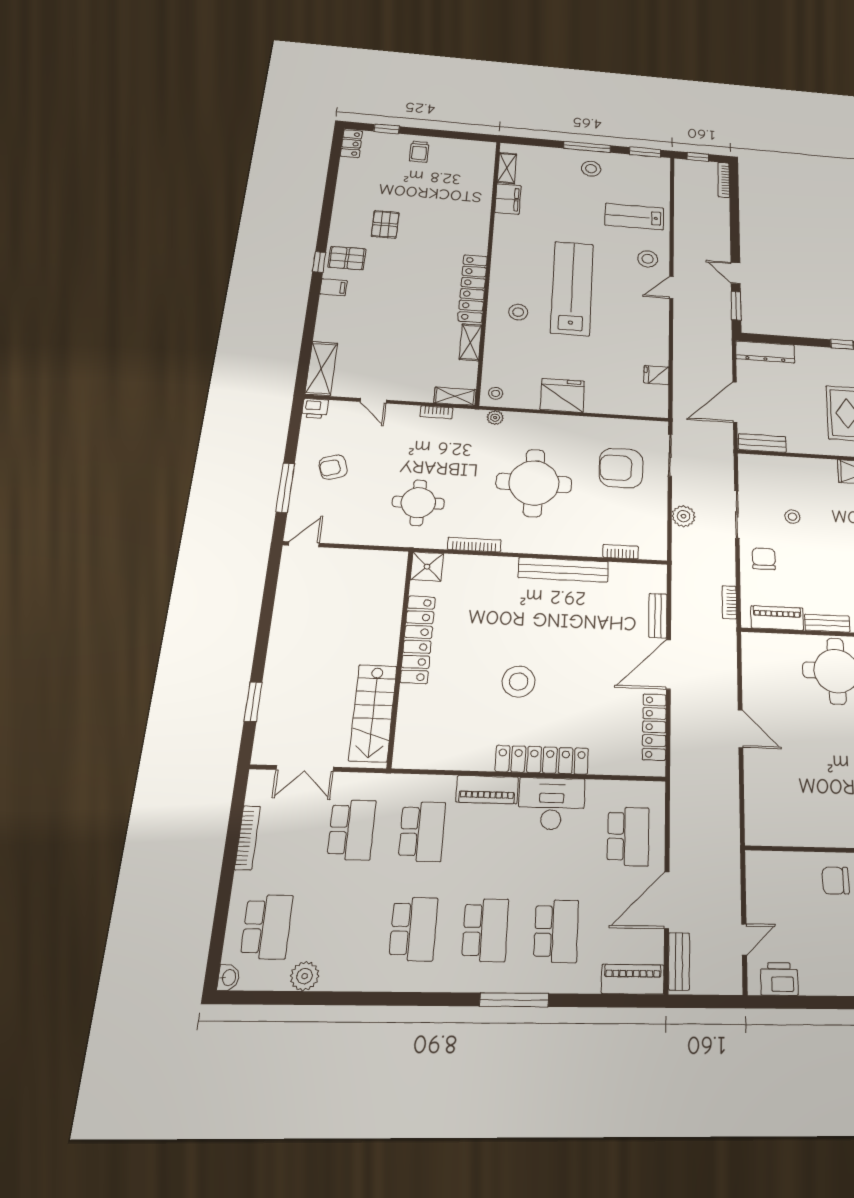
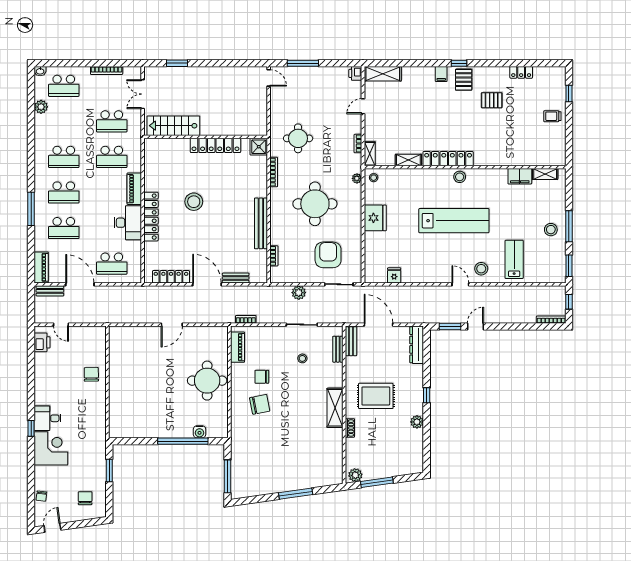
locker: (351, 144) -> (521, 72), moved
stool: (518, 312) -> (460, 177), moved
armchair: (333, 467) -> (318, 88), removed
chair: (764, 559) -> (262, 377), moved, turned 180
bench: (827, 623) -> (338, 349), moved

